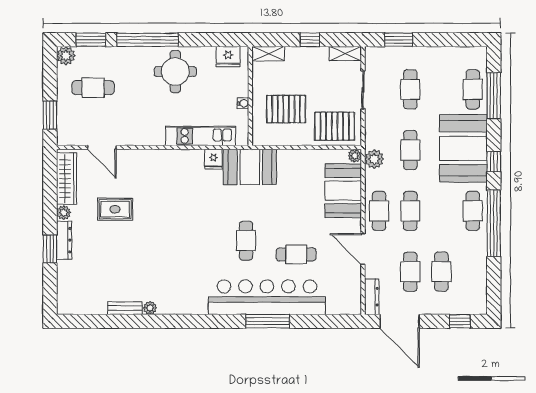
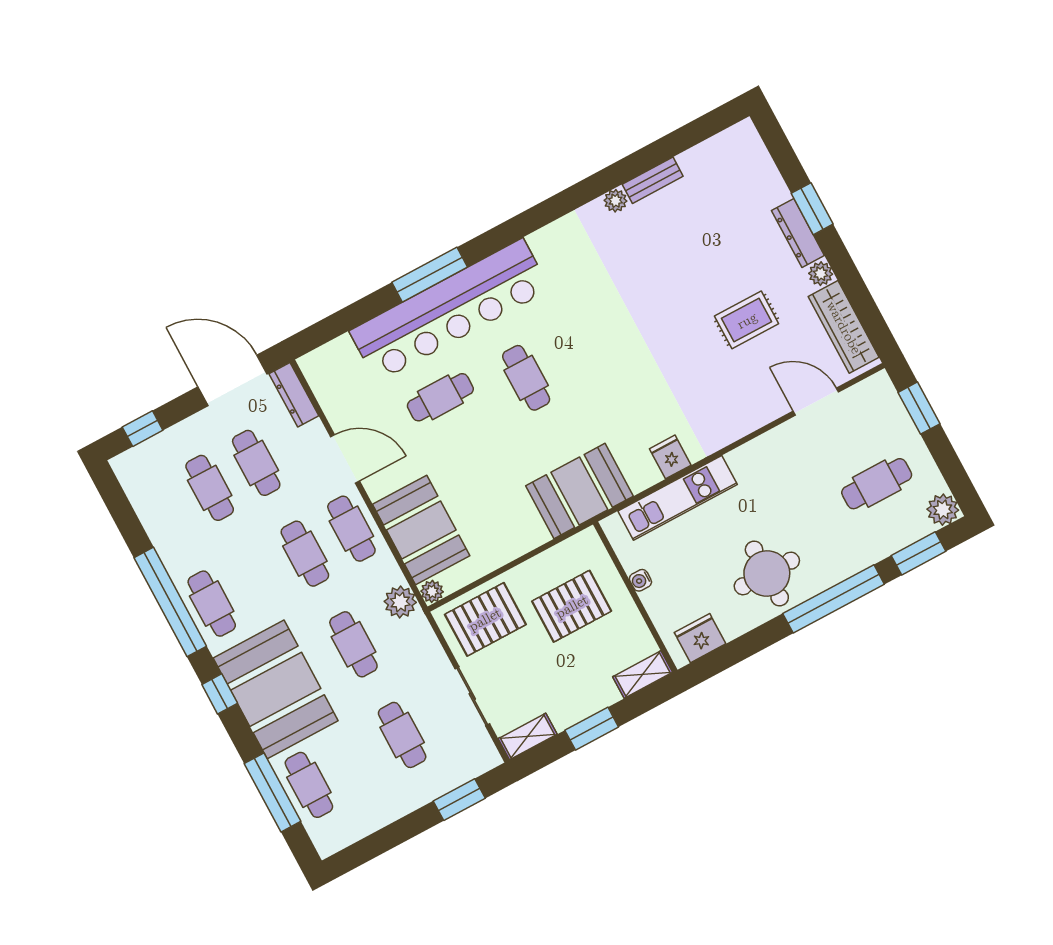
window: (310, 40) -> (592, 729), width x1.50
fridge: (213, 159) -> (670, 457), moved

